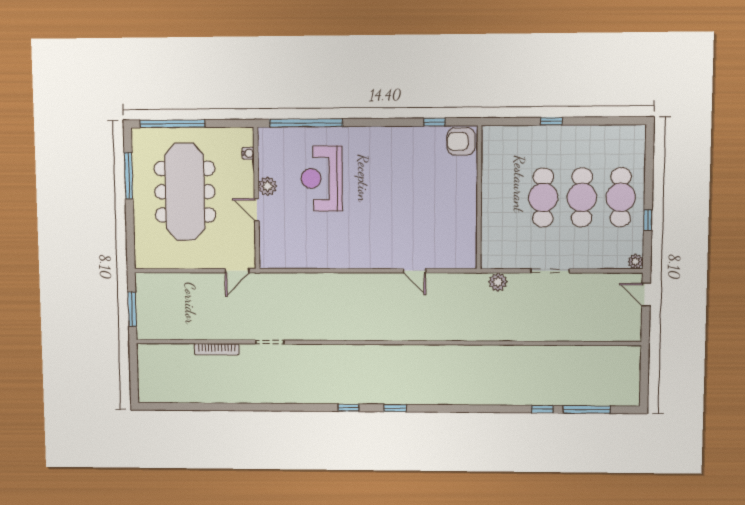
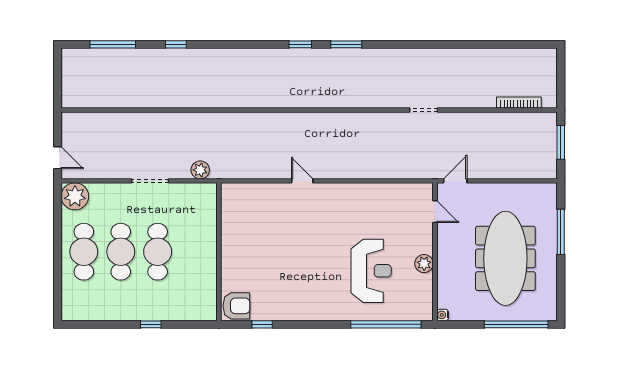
water cooler: (248, 153) -> (443, 315), moved
window: (129, 176) -> (561, 232), moved
door: (257, 210) -> (435, 212), moved
window: (648, 220) -> (58, 230), removed
plant: (635, 262) -> (75, 196), width x1.88, depth x1.88
door: (415, 271) -> (302, 181), moved
bookcase: (217, 349) -> (519, 103), moved
window: (349, 408) -> (346, 44), width x1.50
window: (542, 409) -> (176, 44), moved

